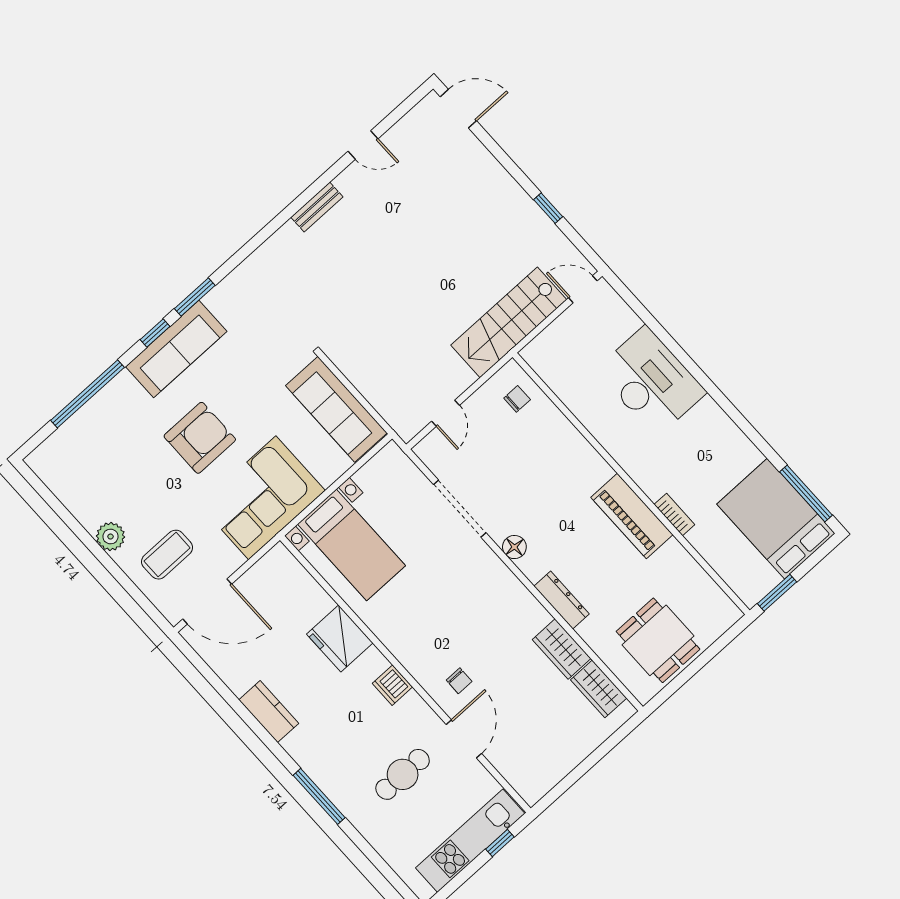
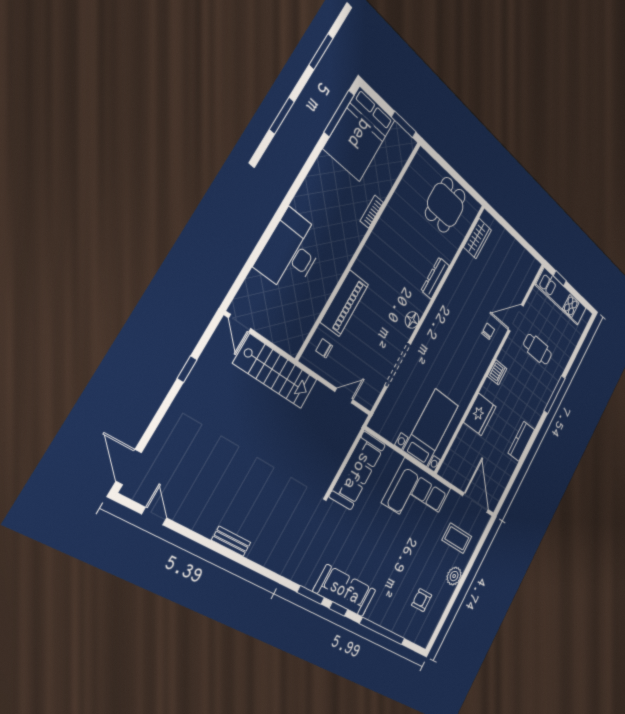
door: (363, 145) -> (154, 516), moved
armchair: (200, 438) -> (422, 600), moved, width x0.53, depth x0.53
piano: (632, 516) -> (345, 303), moved
wardrobe: (562, 649) -> (461, 270), removed

